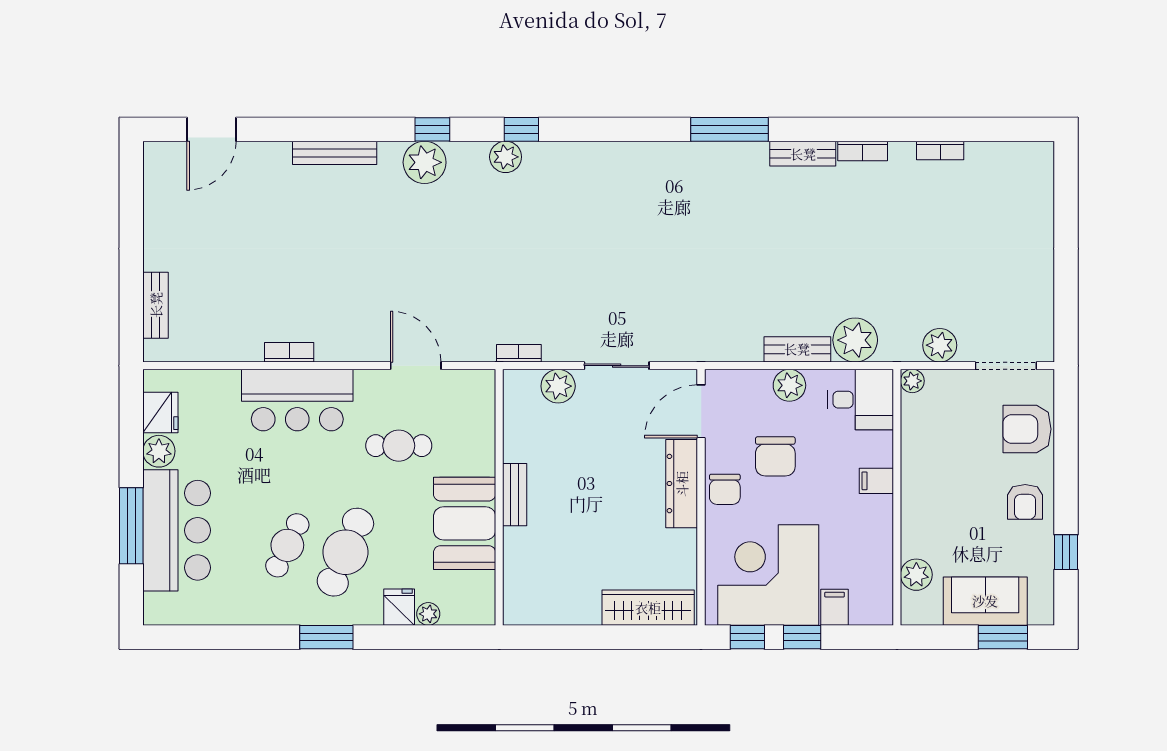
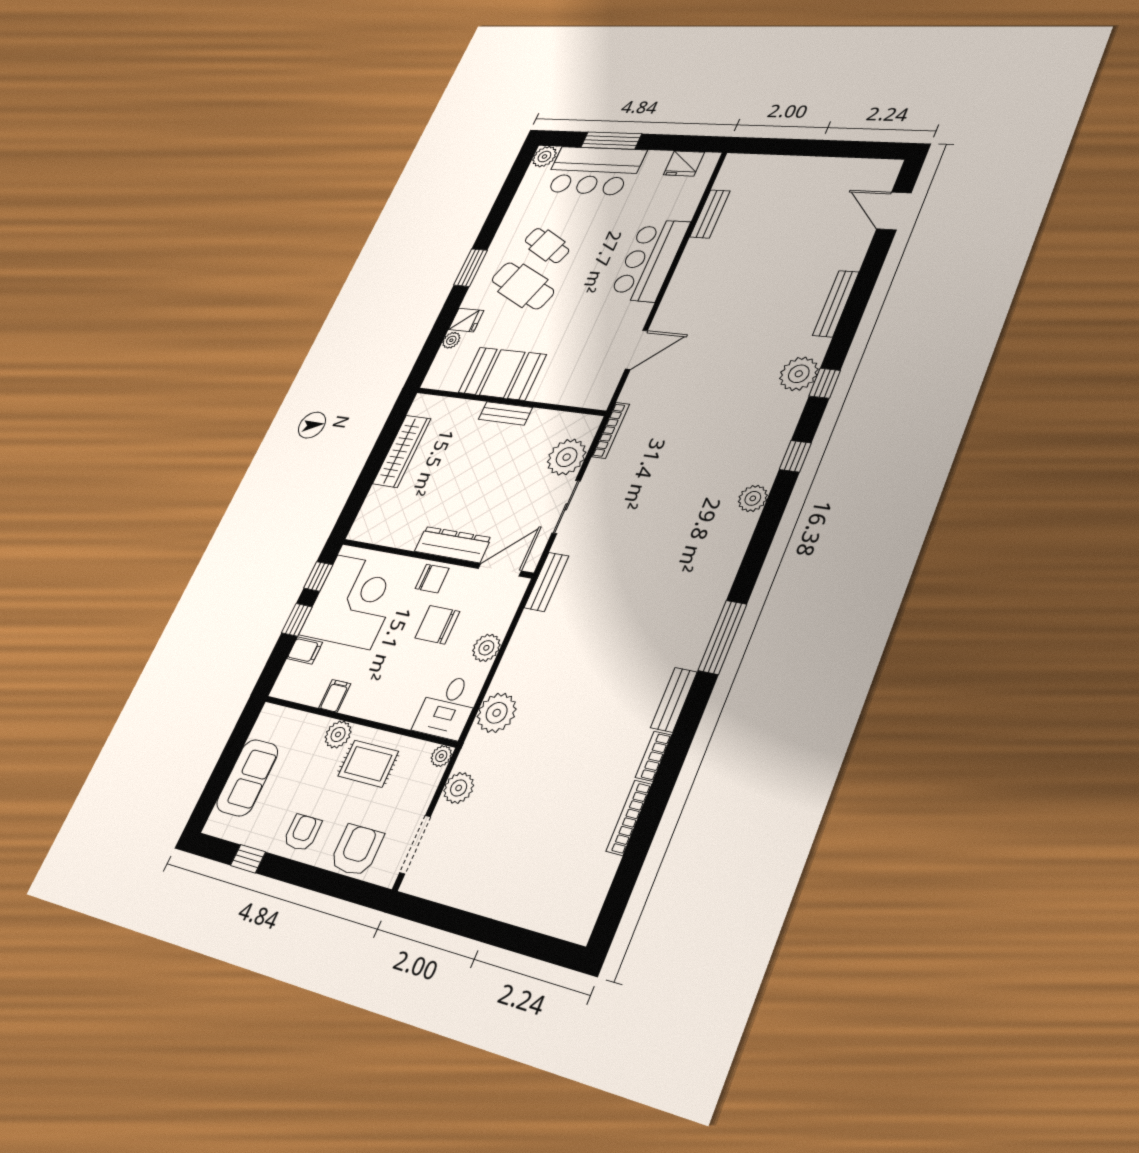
bookcase: (940, 150) -> (629, 818), width x1.56
plant: (506, 157) -> (753, 498), moved
bench: (156, 305) -> (710, 214), moved, turned 90
bench: (797, 349) -> (547, 582), moved
bookcase: (289, 352) -> (689, 257), removed
bookcase: (519, 353) -> (611, 430), width x1.56
plant: (558, 386) -> (567, 457), width x1.36, depth x1.36
door: (701, 411) -> (500, 570), hinge flipped
cafe table: (399, 446) -> (582, 331), removed
plant: (159, 451) -> (544, 157), moved
rug: (938, 462) -> (368, 764), added
filing cabinet: (876, 481) -> (335, 696), moved
chair: (725, 489) -> (432, 578), turned 180
armchair: (1025, 502) -> (302, 833), turned 90
plant: (916, 575) -> (338, 734), moved
wardrobe: (648, 608) -> (402, 451), moved
window: (1003, 637) -> (215, 786), removed

